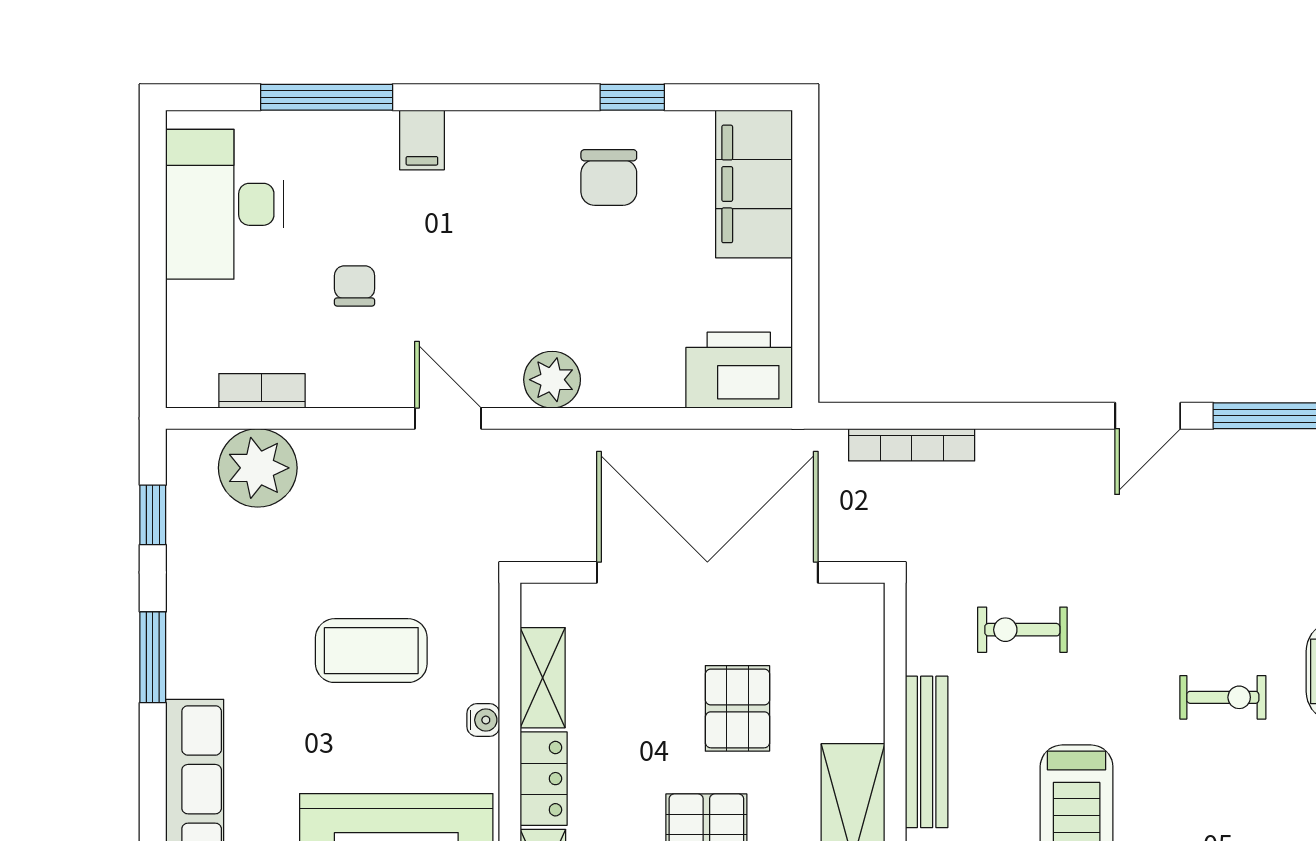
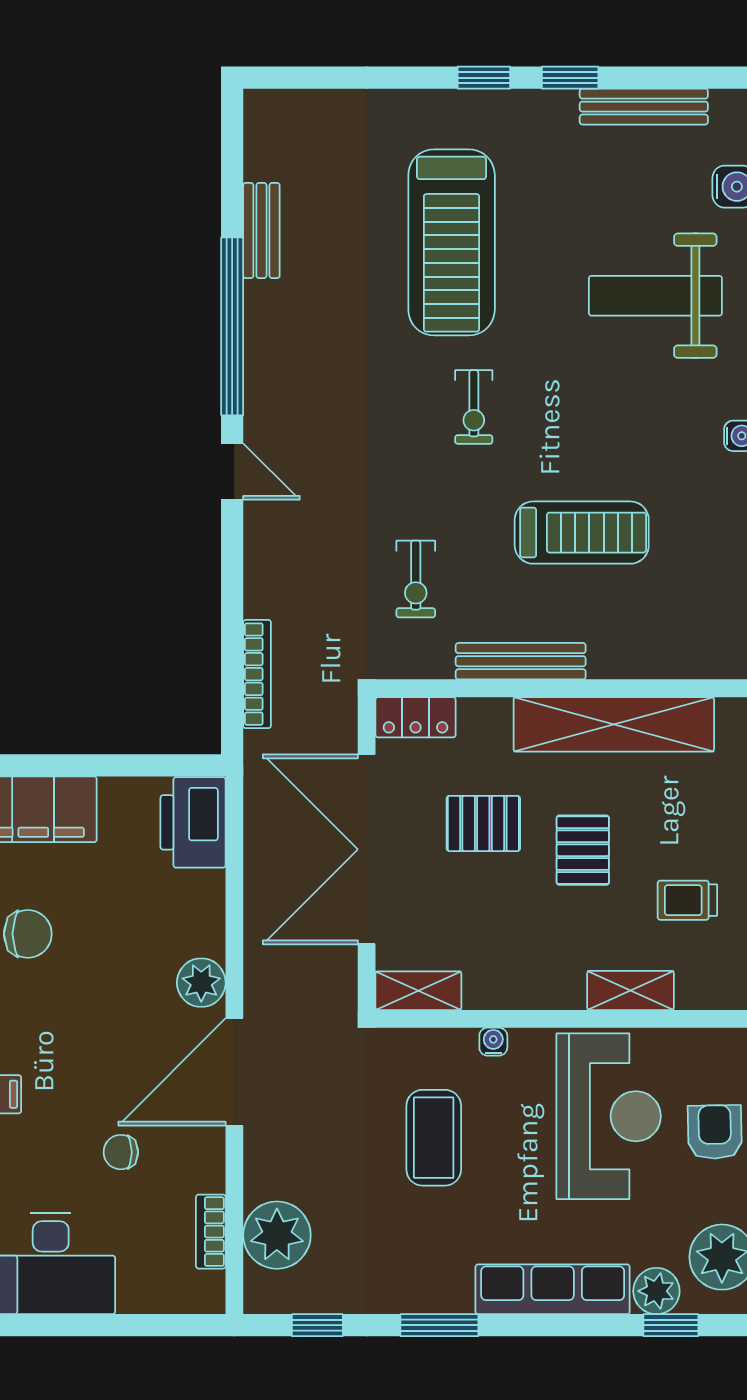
door: (448, 418) -> (234, 1072), width x1.88
shelving: (543, 678) -> (418, 991), moved
exercise bike: (1223, 697) -> (474, 407), turned 180
locker: (544, 779) -> (416, 717), moved, turned 180

